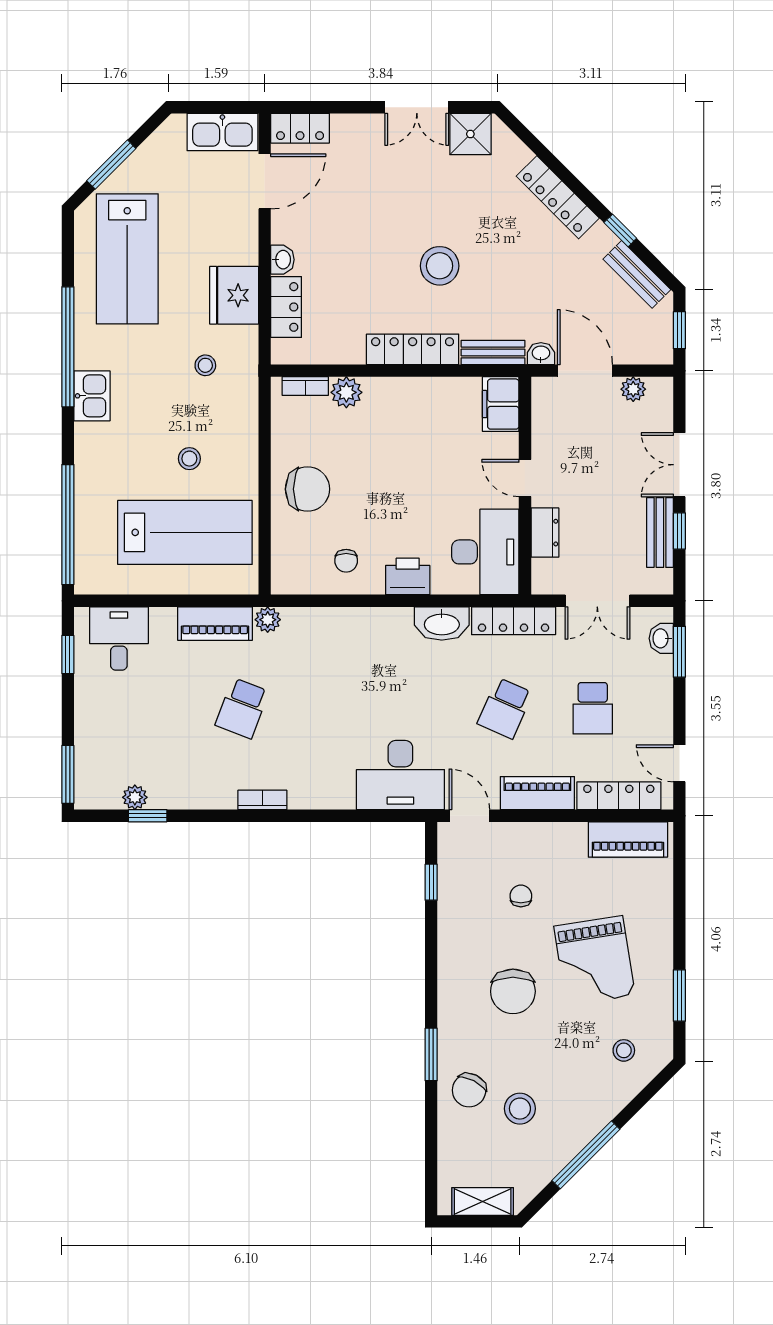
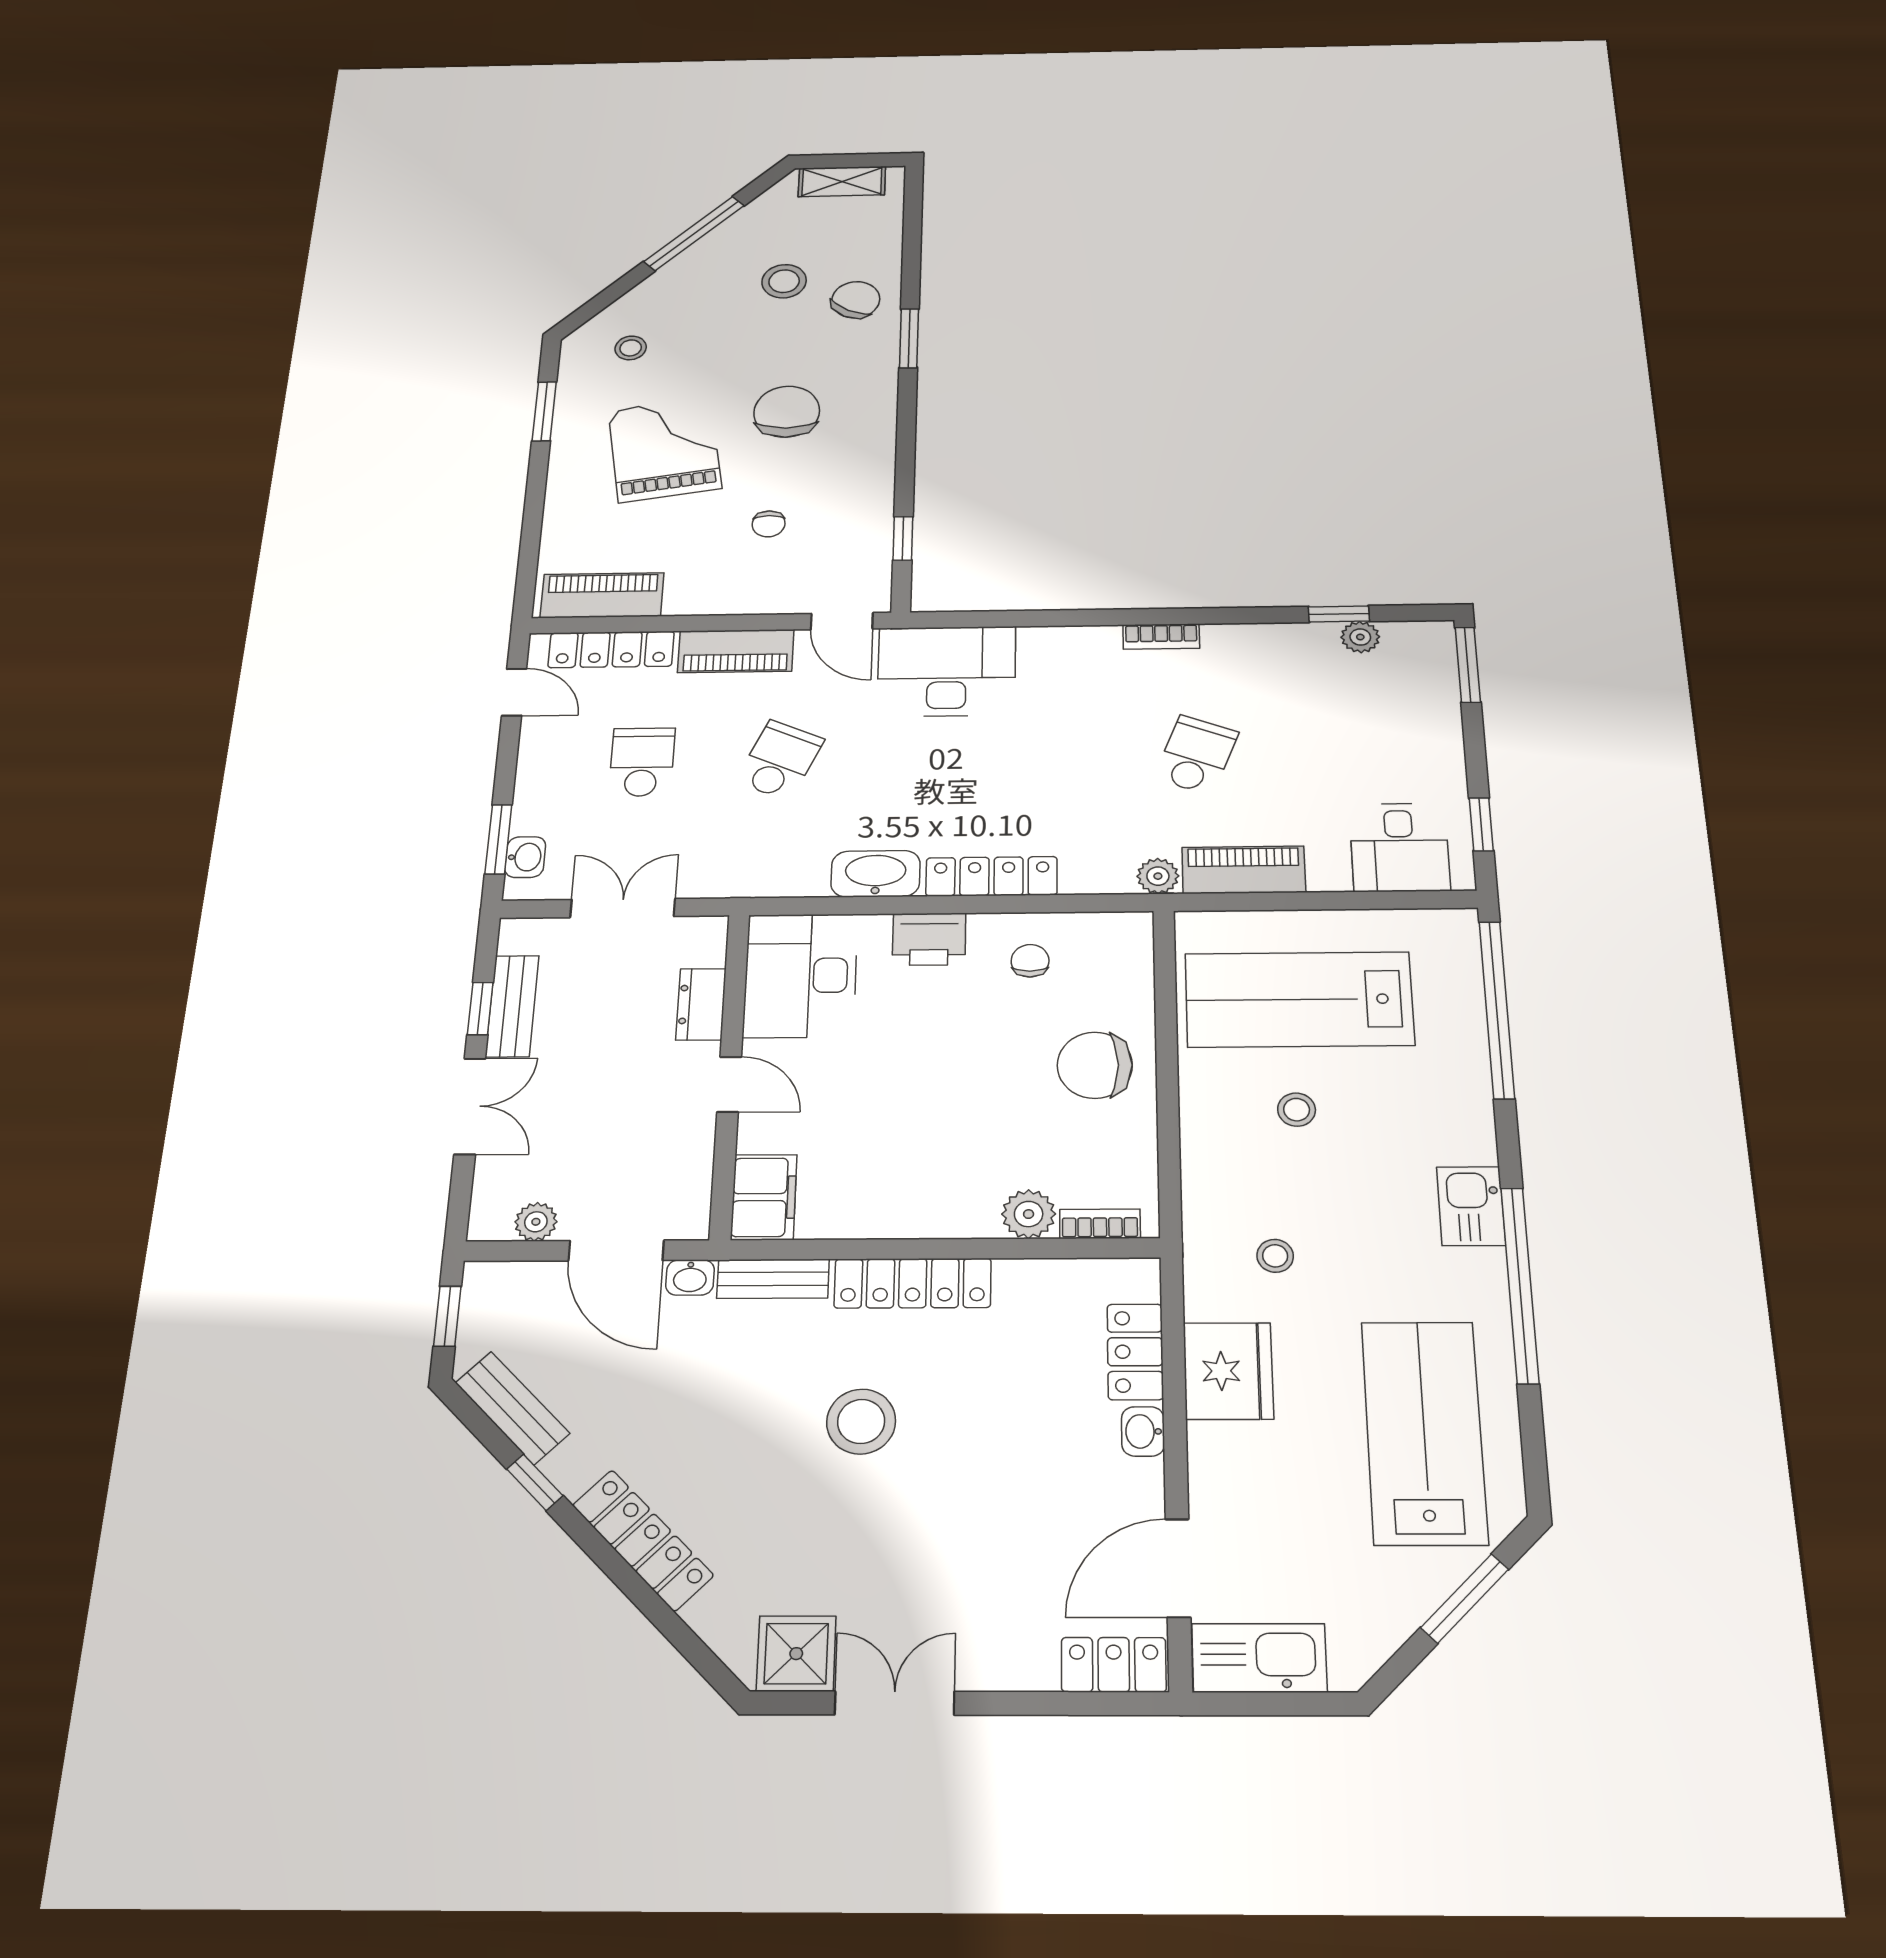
locker: (514, 621) -> (992, 876), moved

